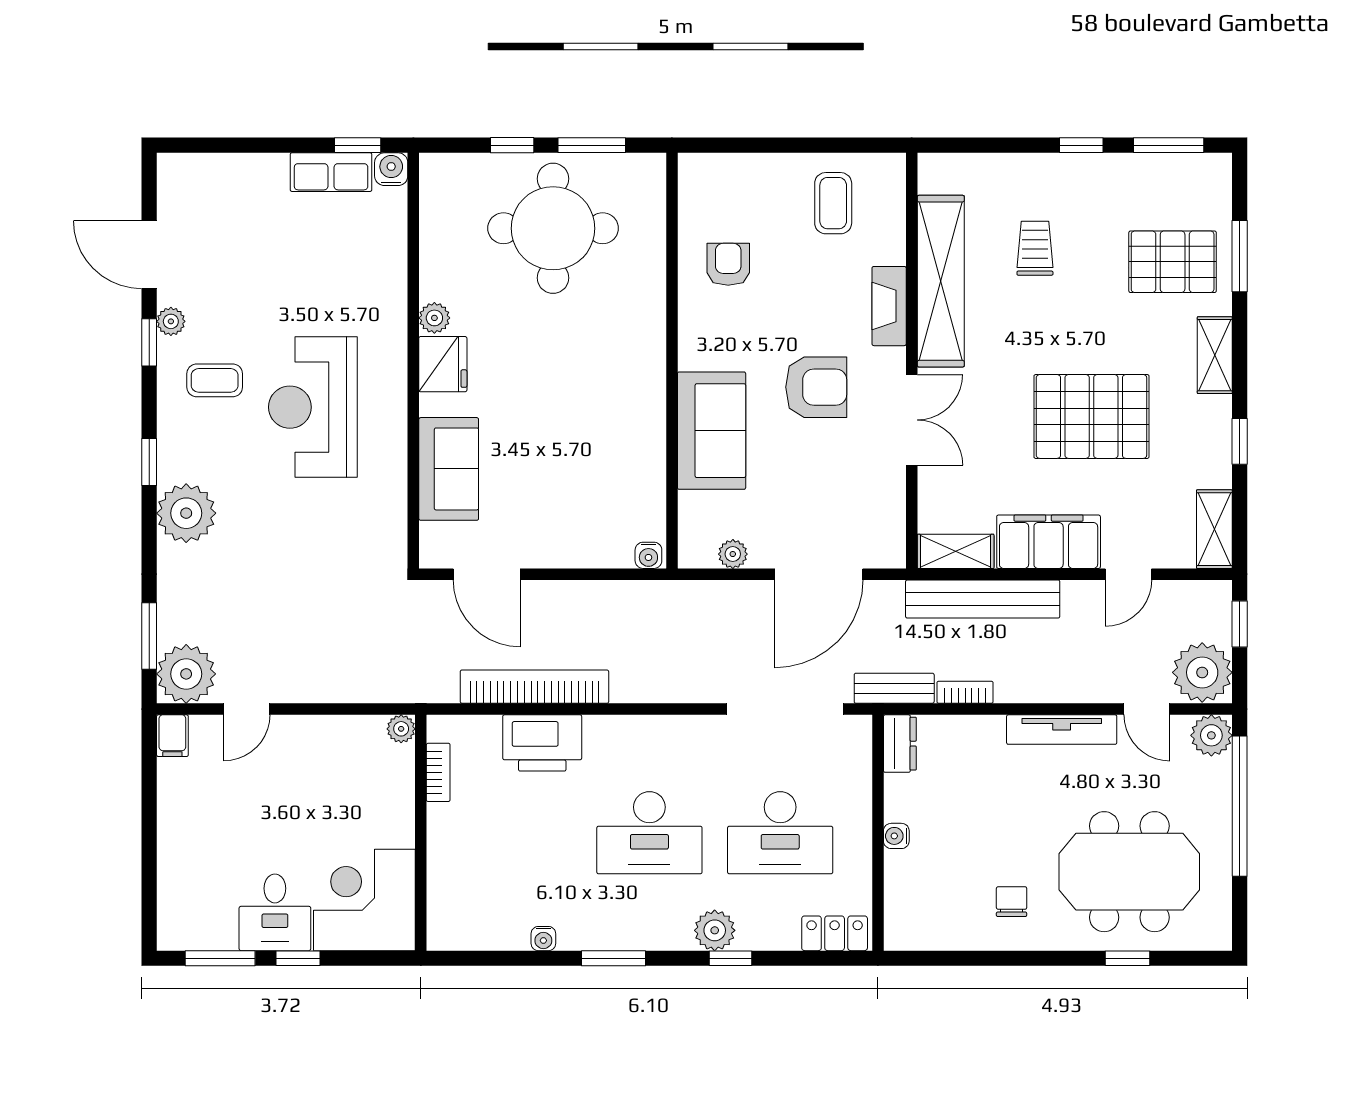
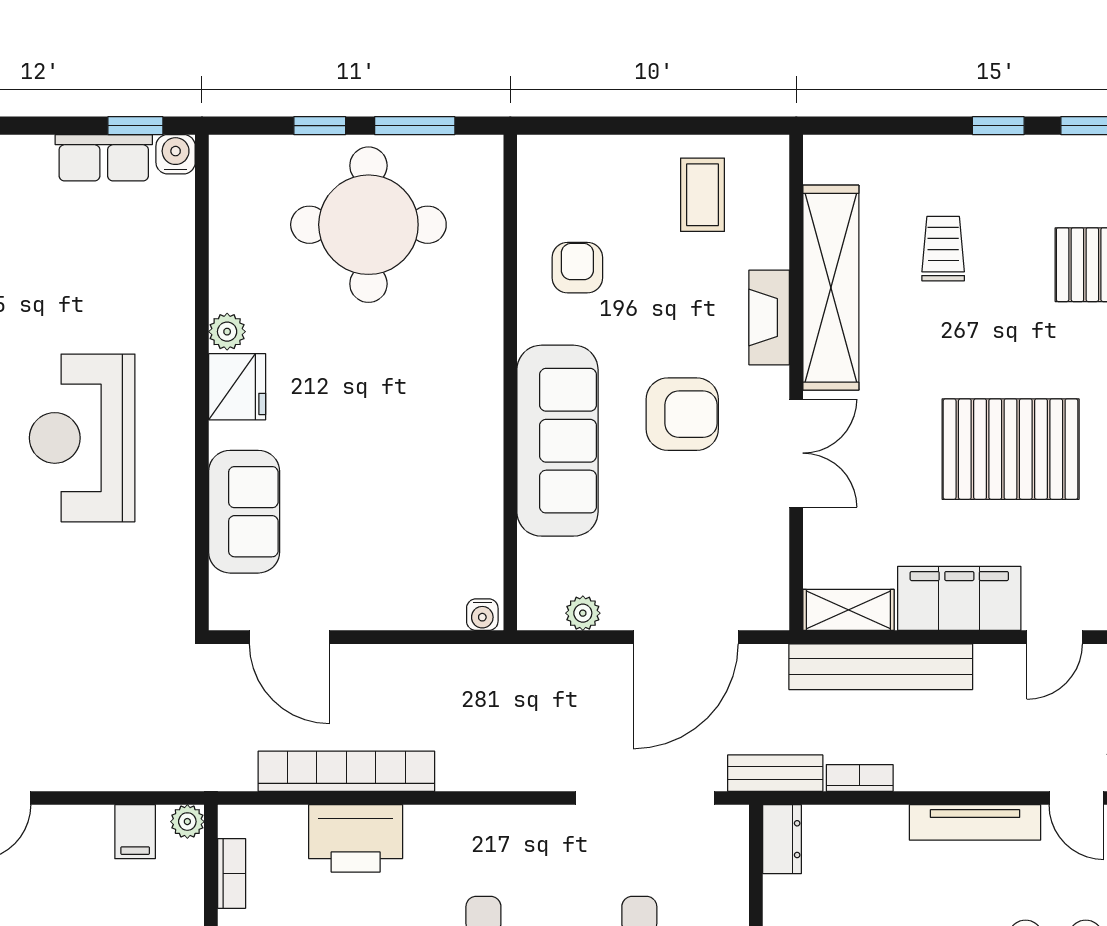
sofa: (712, 431) -> (557, 441), width x1.36
filing cabinet: (357, 737) -> (135, 832), added

